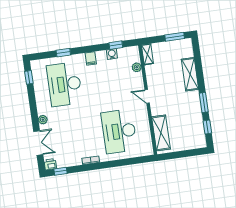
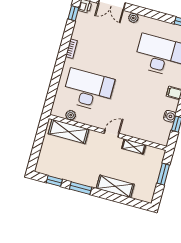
window: (175, 37) -> (163, 174), moved
shelving: (147, 54) -> (134, 147), moved
plant: (137, 67) -> (71, 115), moved

